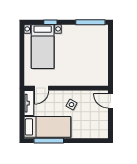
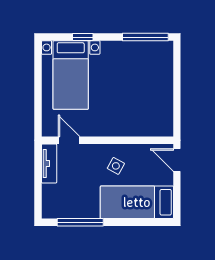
door: (42, 88) -> (69, 140), swing flipped
bed: (47, 127) -> (137, 202), moved, turned 180

